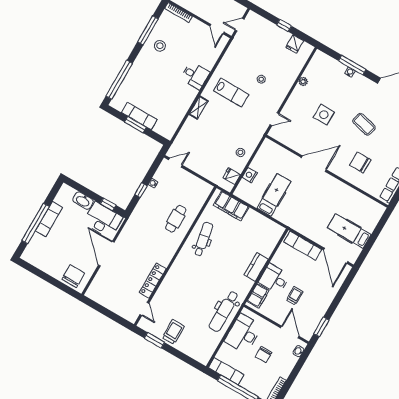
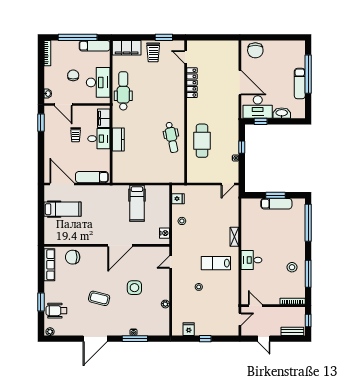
chair: (360, 162) -> (73, 257), moved, turned 180
nightstand: (250, 175) -> (164, 233), moved
filing cabinet: (231, 206) -> (127, 48), moved, turned 180
cafe table: (176, 219) -> (202, 141), width x1.37, depth x1.35

